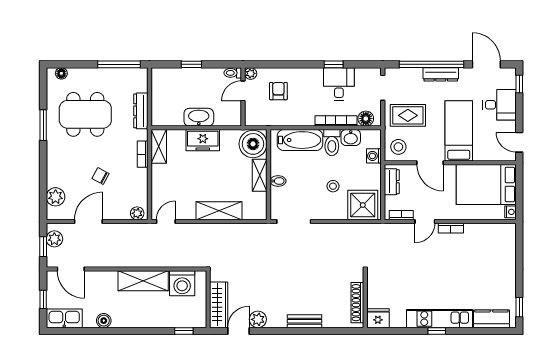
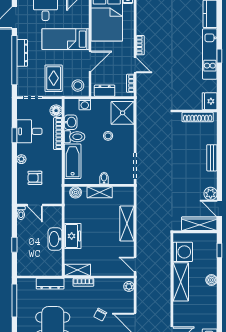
plant: (251, 73) -> (21, 159), moved
boiler: (253, 144) -> (76, 192), width x0.54, depth x0.54
boiler: (104, 321) -> (211, 280), moved

